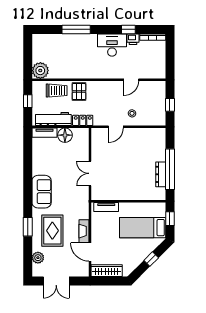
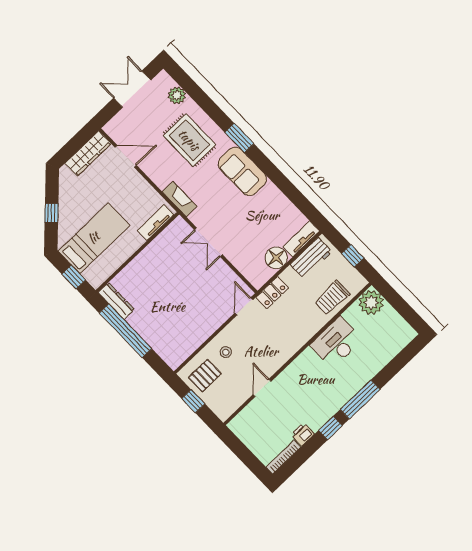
window: (76, 29) -> (360, 399), moved
window: (128, 29) -> (330, 428), moved
desk: (112, 45) -> (336, 342), moved, turned 180
pallet: (79, 92) -> (205, 376), moved, turned 90
workbench: (53, 119) -> (311, 258), width x0.73
door: (116, 127) -> (244, 306), moved
double door: (90, 173) -> (208, 242), swing flipped
dresser: (161, 174) -> (116, 301), moved
window: (28, 227) -> (239, 138), moved
fireplace: (84, 231) -> (180, 199), moved

